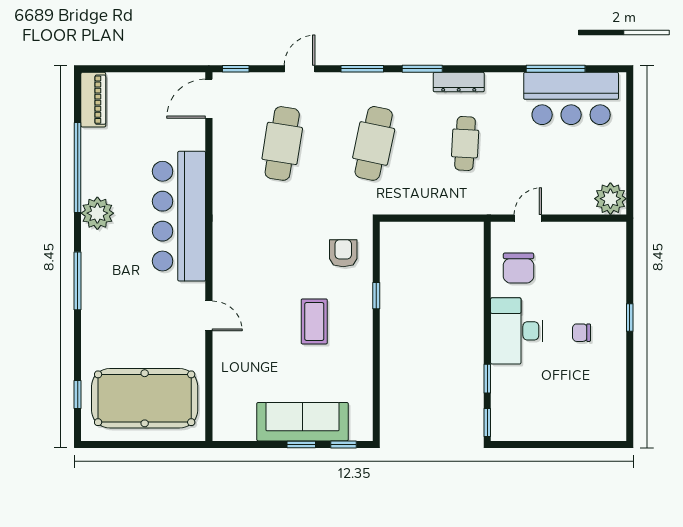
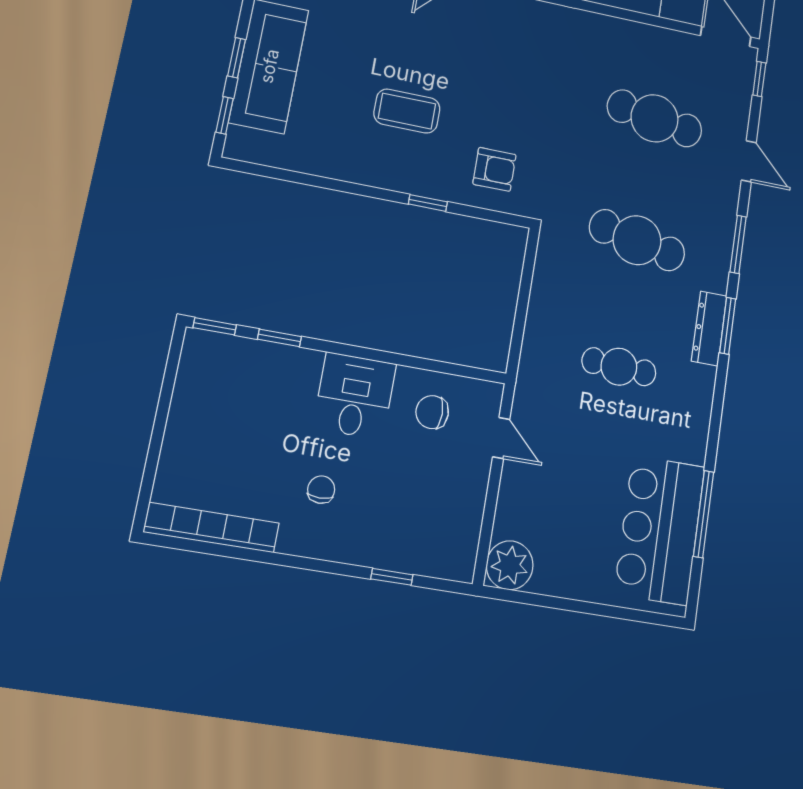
dresser: (459, 82) -> (709, 329), moved
chair: (518, 268) -> (432, 412), width x0.73, depth x0.73
window: (630, 318) -> (392, 577), moved
desk: (517, 331) -> (355, 396), width x0.73
bookcase: (617, 398) -> (212, 528), added

